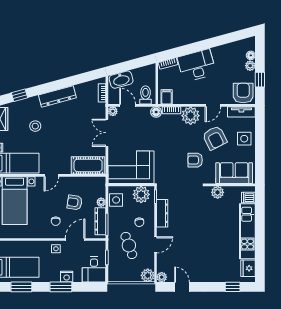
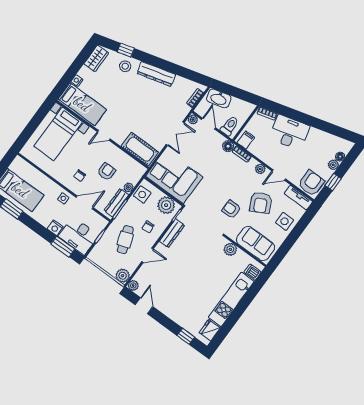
plant: (191, 116) -> (260, 169), width x0.53, depth x0.53
stool: (35, 126) -> (125, 66), moved
double door: (107, 133) -> (175, 134), swing flipped
armchair: (75, 202) -> (106, 172), turned 81
desk: (94, 270) -> (78, 236), width x1.37
window: (61, 287) -> (63, 246), moved

